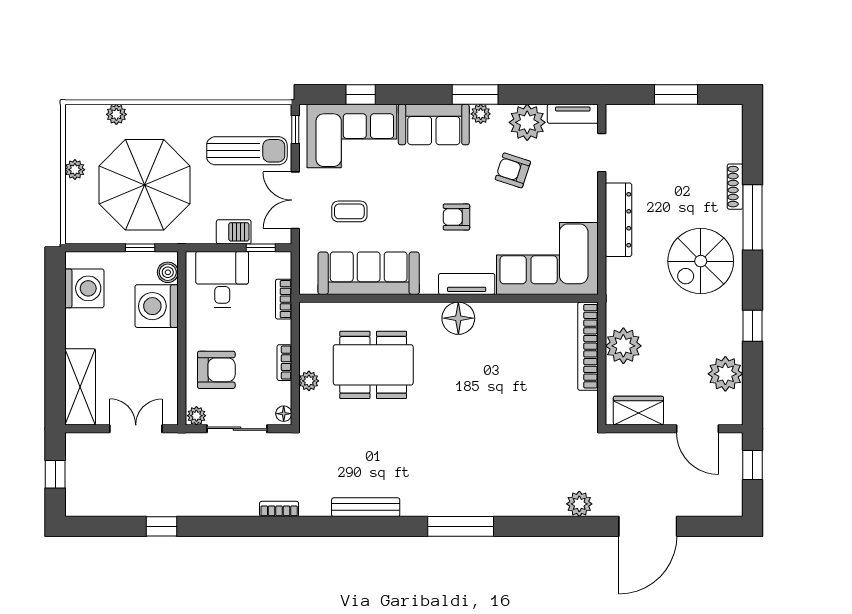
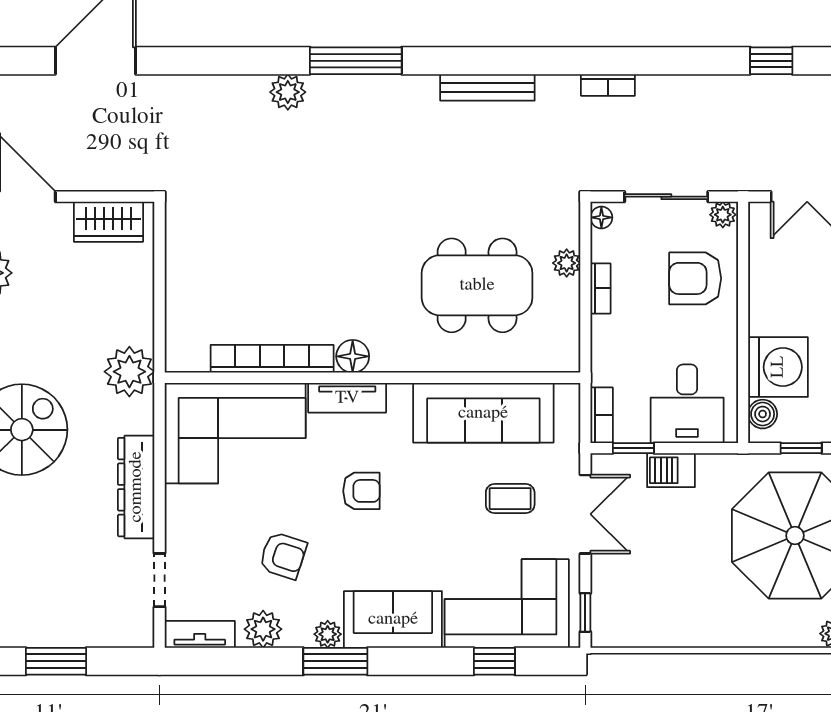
plant: (527, 122) -> (263, 629), width x0.73, depth x0.73
sun lounger: (247, 151) -> (653, 583), removed
bookcase: (284, 299) -> (602, 415), moved
floor lamp: (458, 318) -> (353, 356), width x0.73, depth x0.73
bookcase: (588, 346) -> (272, 359), moved, turned -90
plant: (623, 346) -> (129, 372), moved
plant: (579, 504) -> (288, 92), moved

